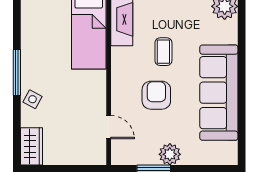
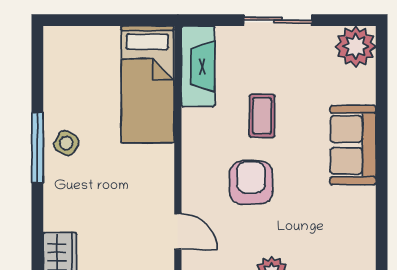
sofa: (219, 93) -> (353, 145), width x0.54, depth x0.79
side table: (33, 99) -> (66, 143), moved

